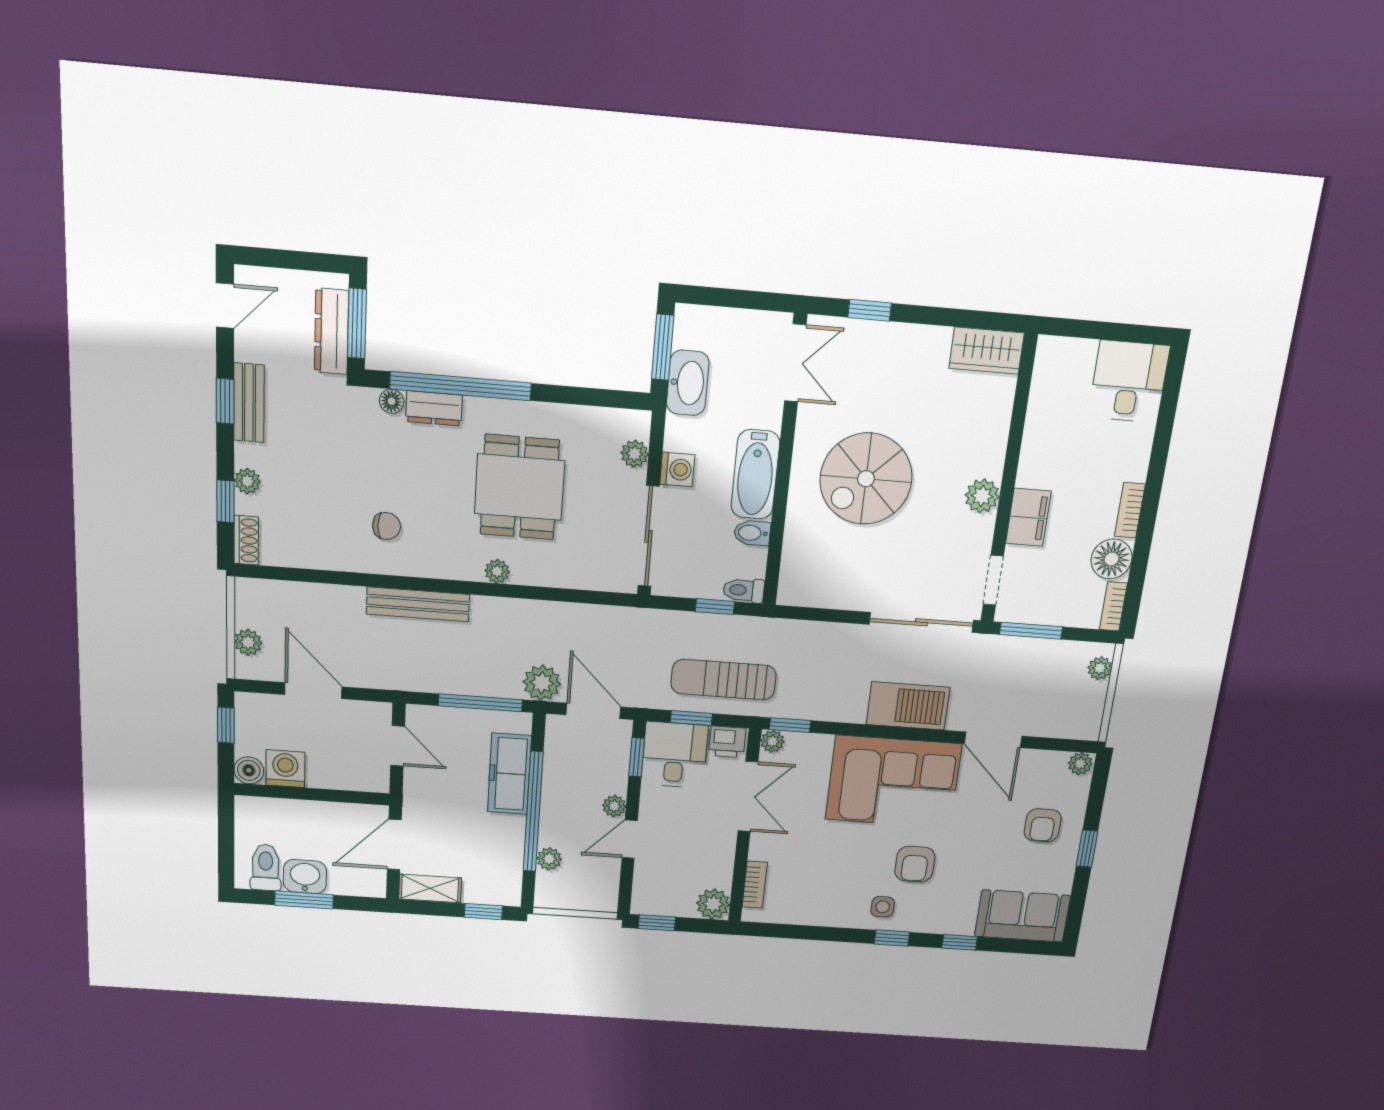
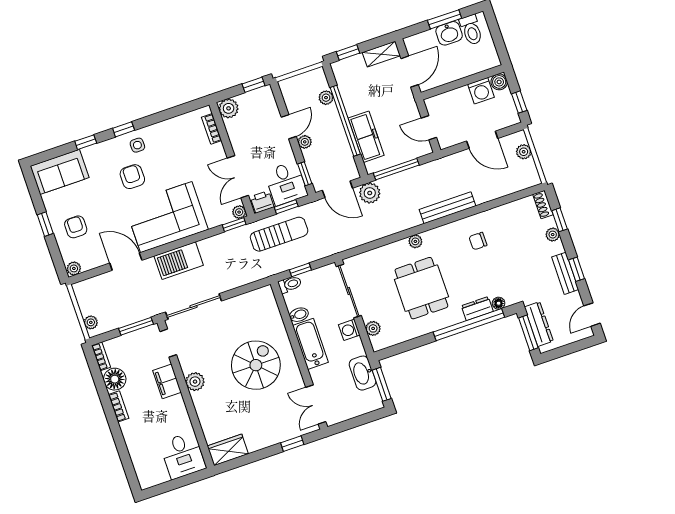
desk: (1129, 381) -> (183, 455), moved

